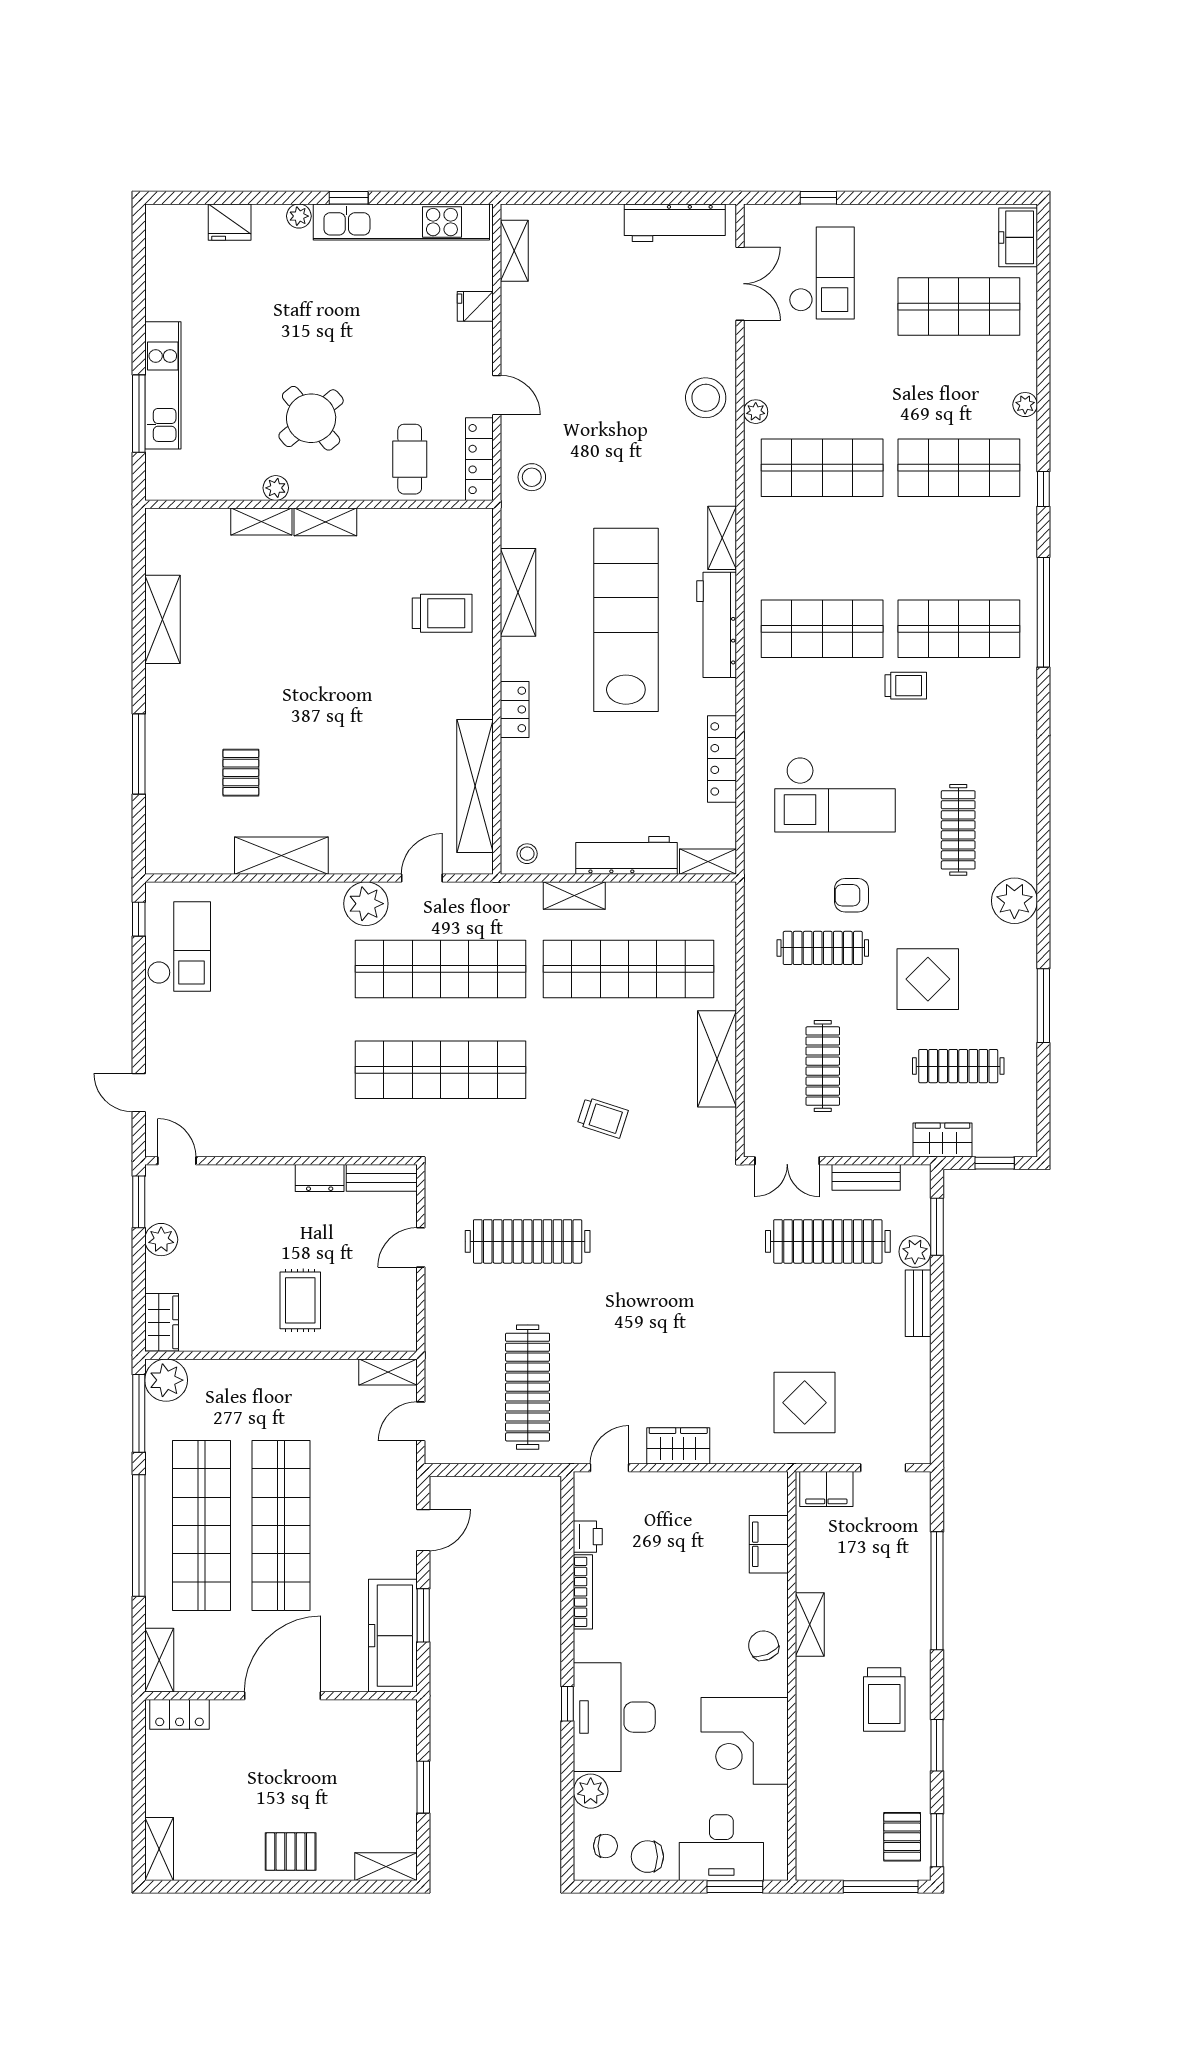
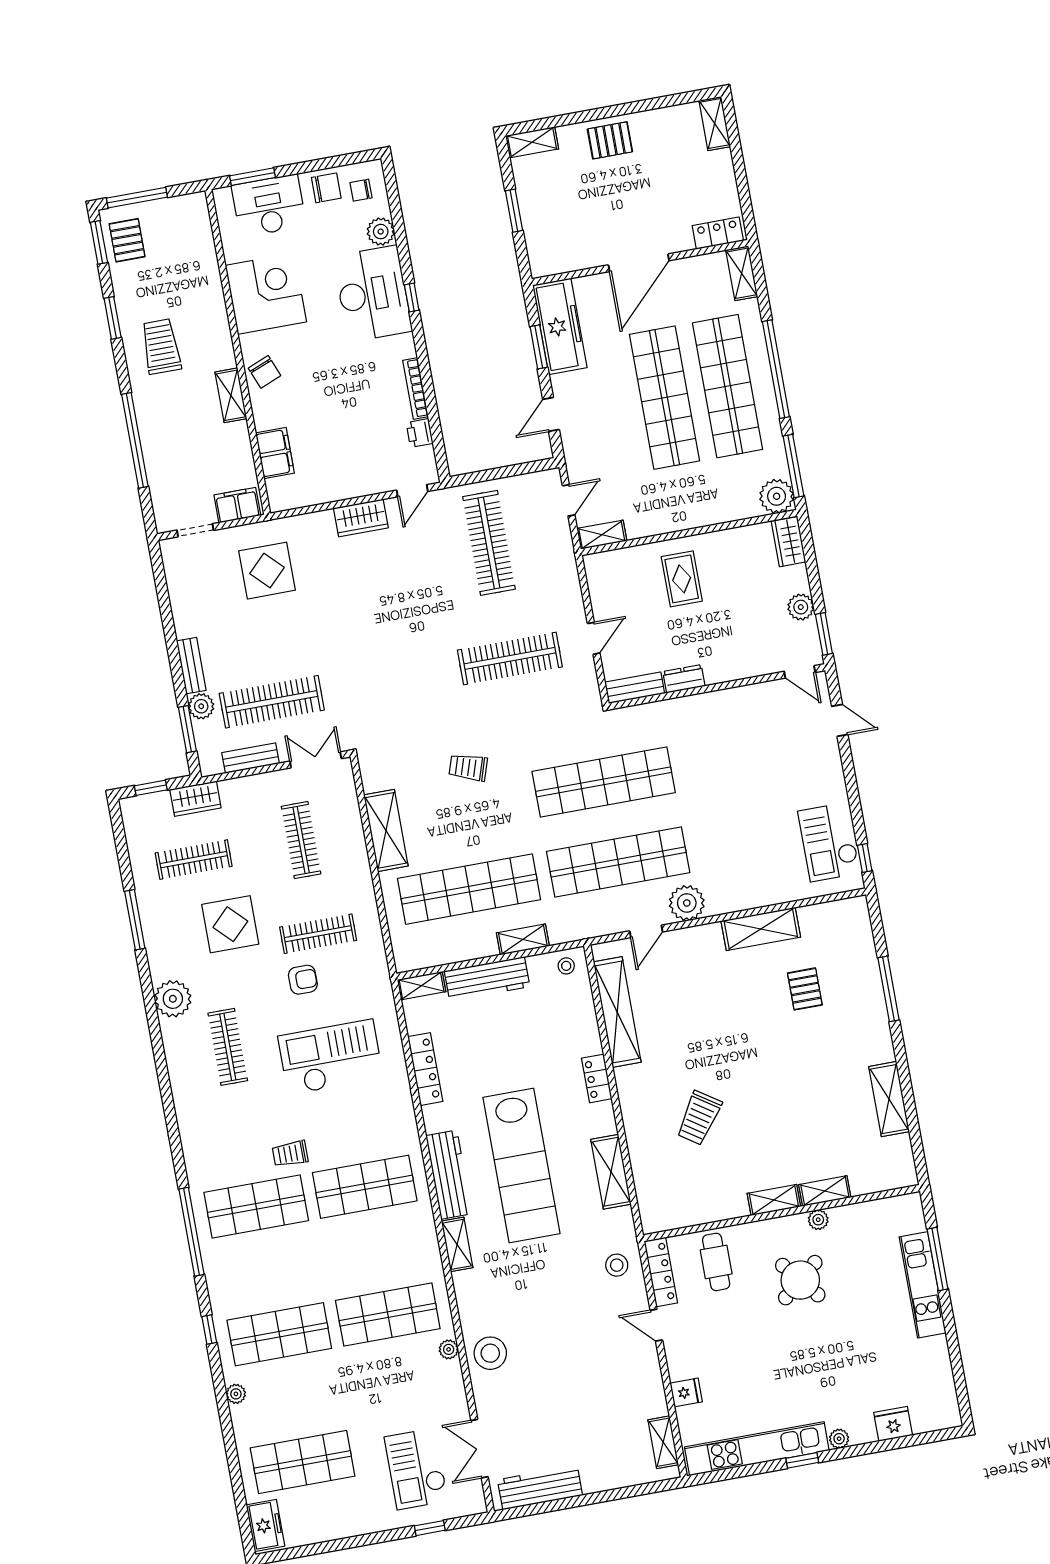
trolley: (442, 613) -> (699, 1118), moved, turned -56

